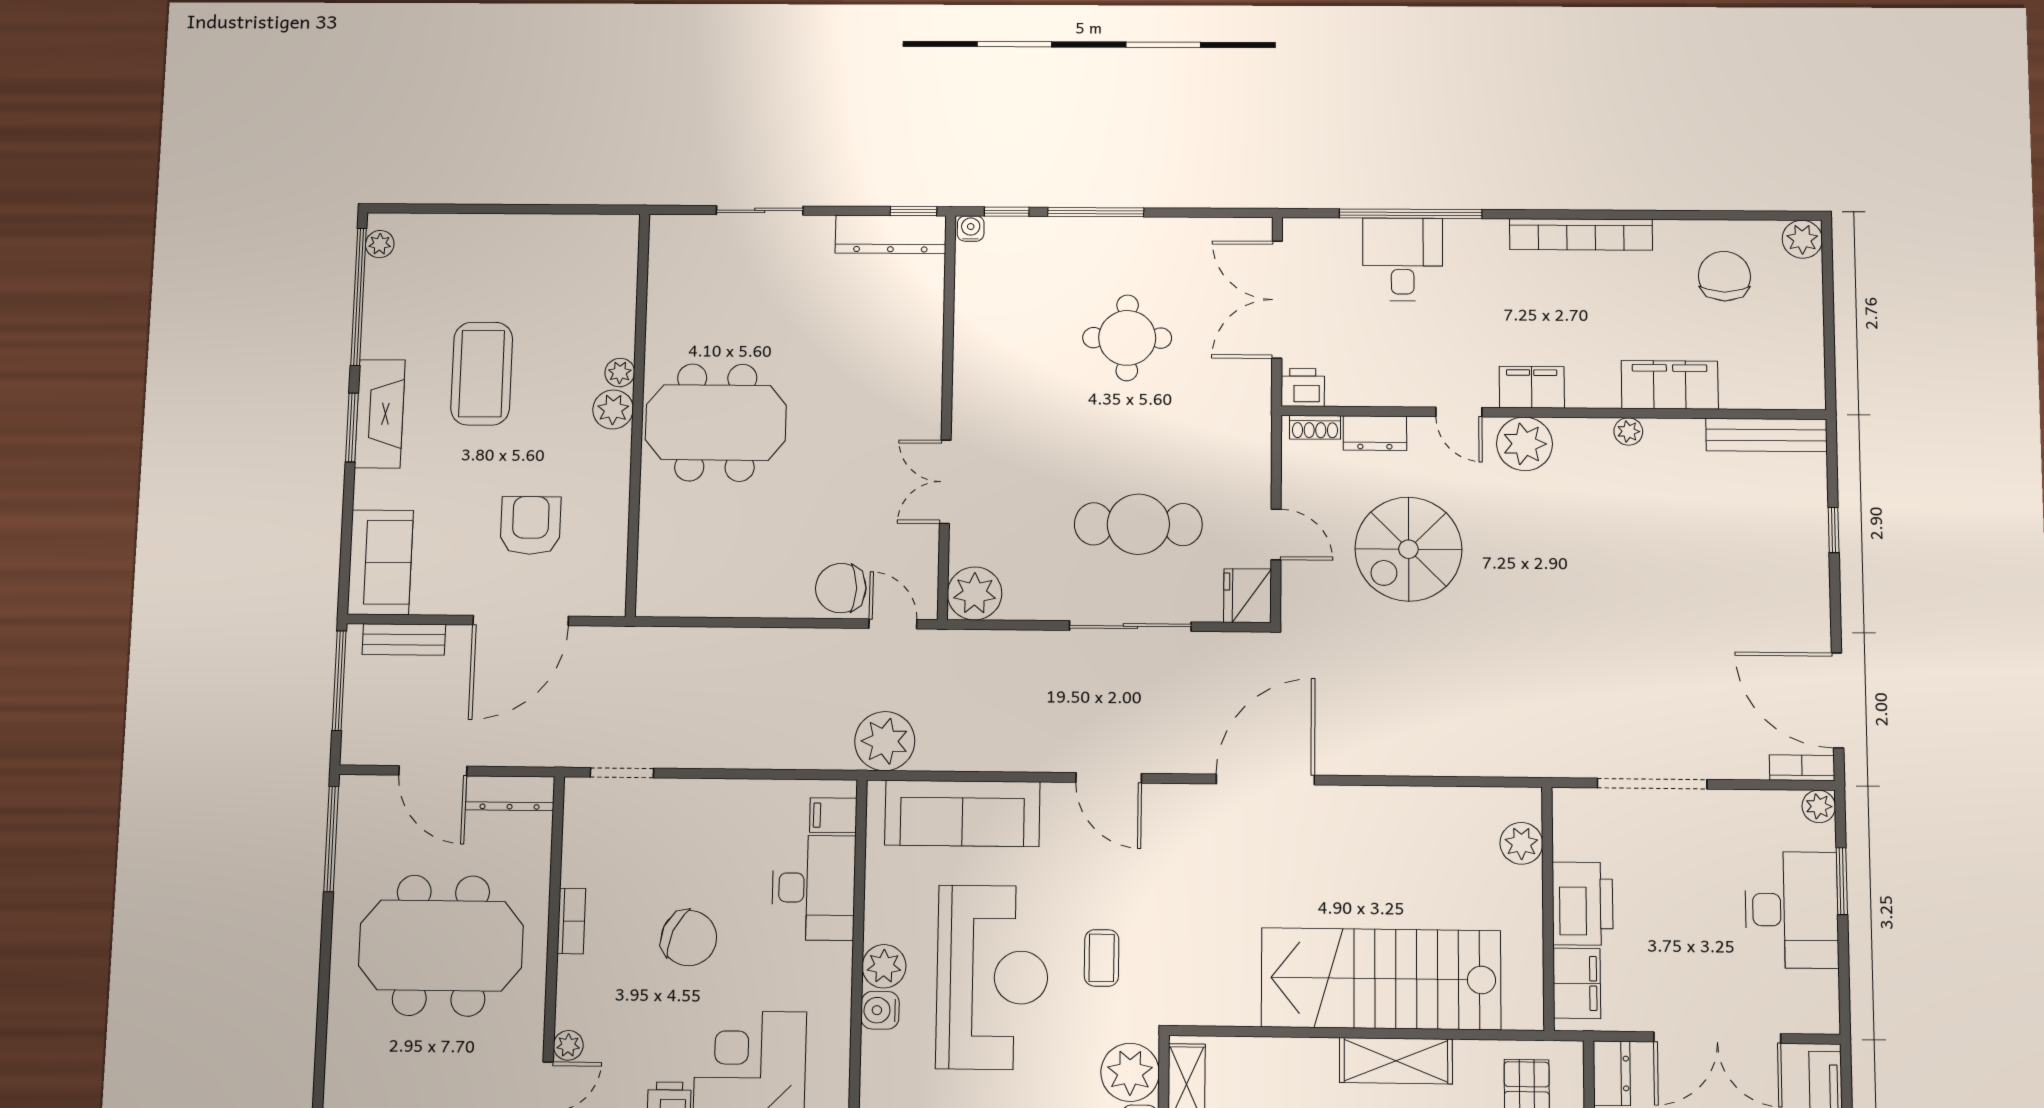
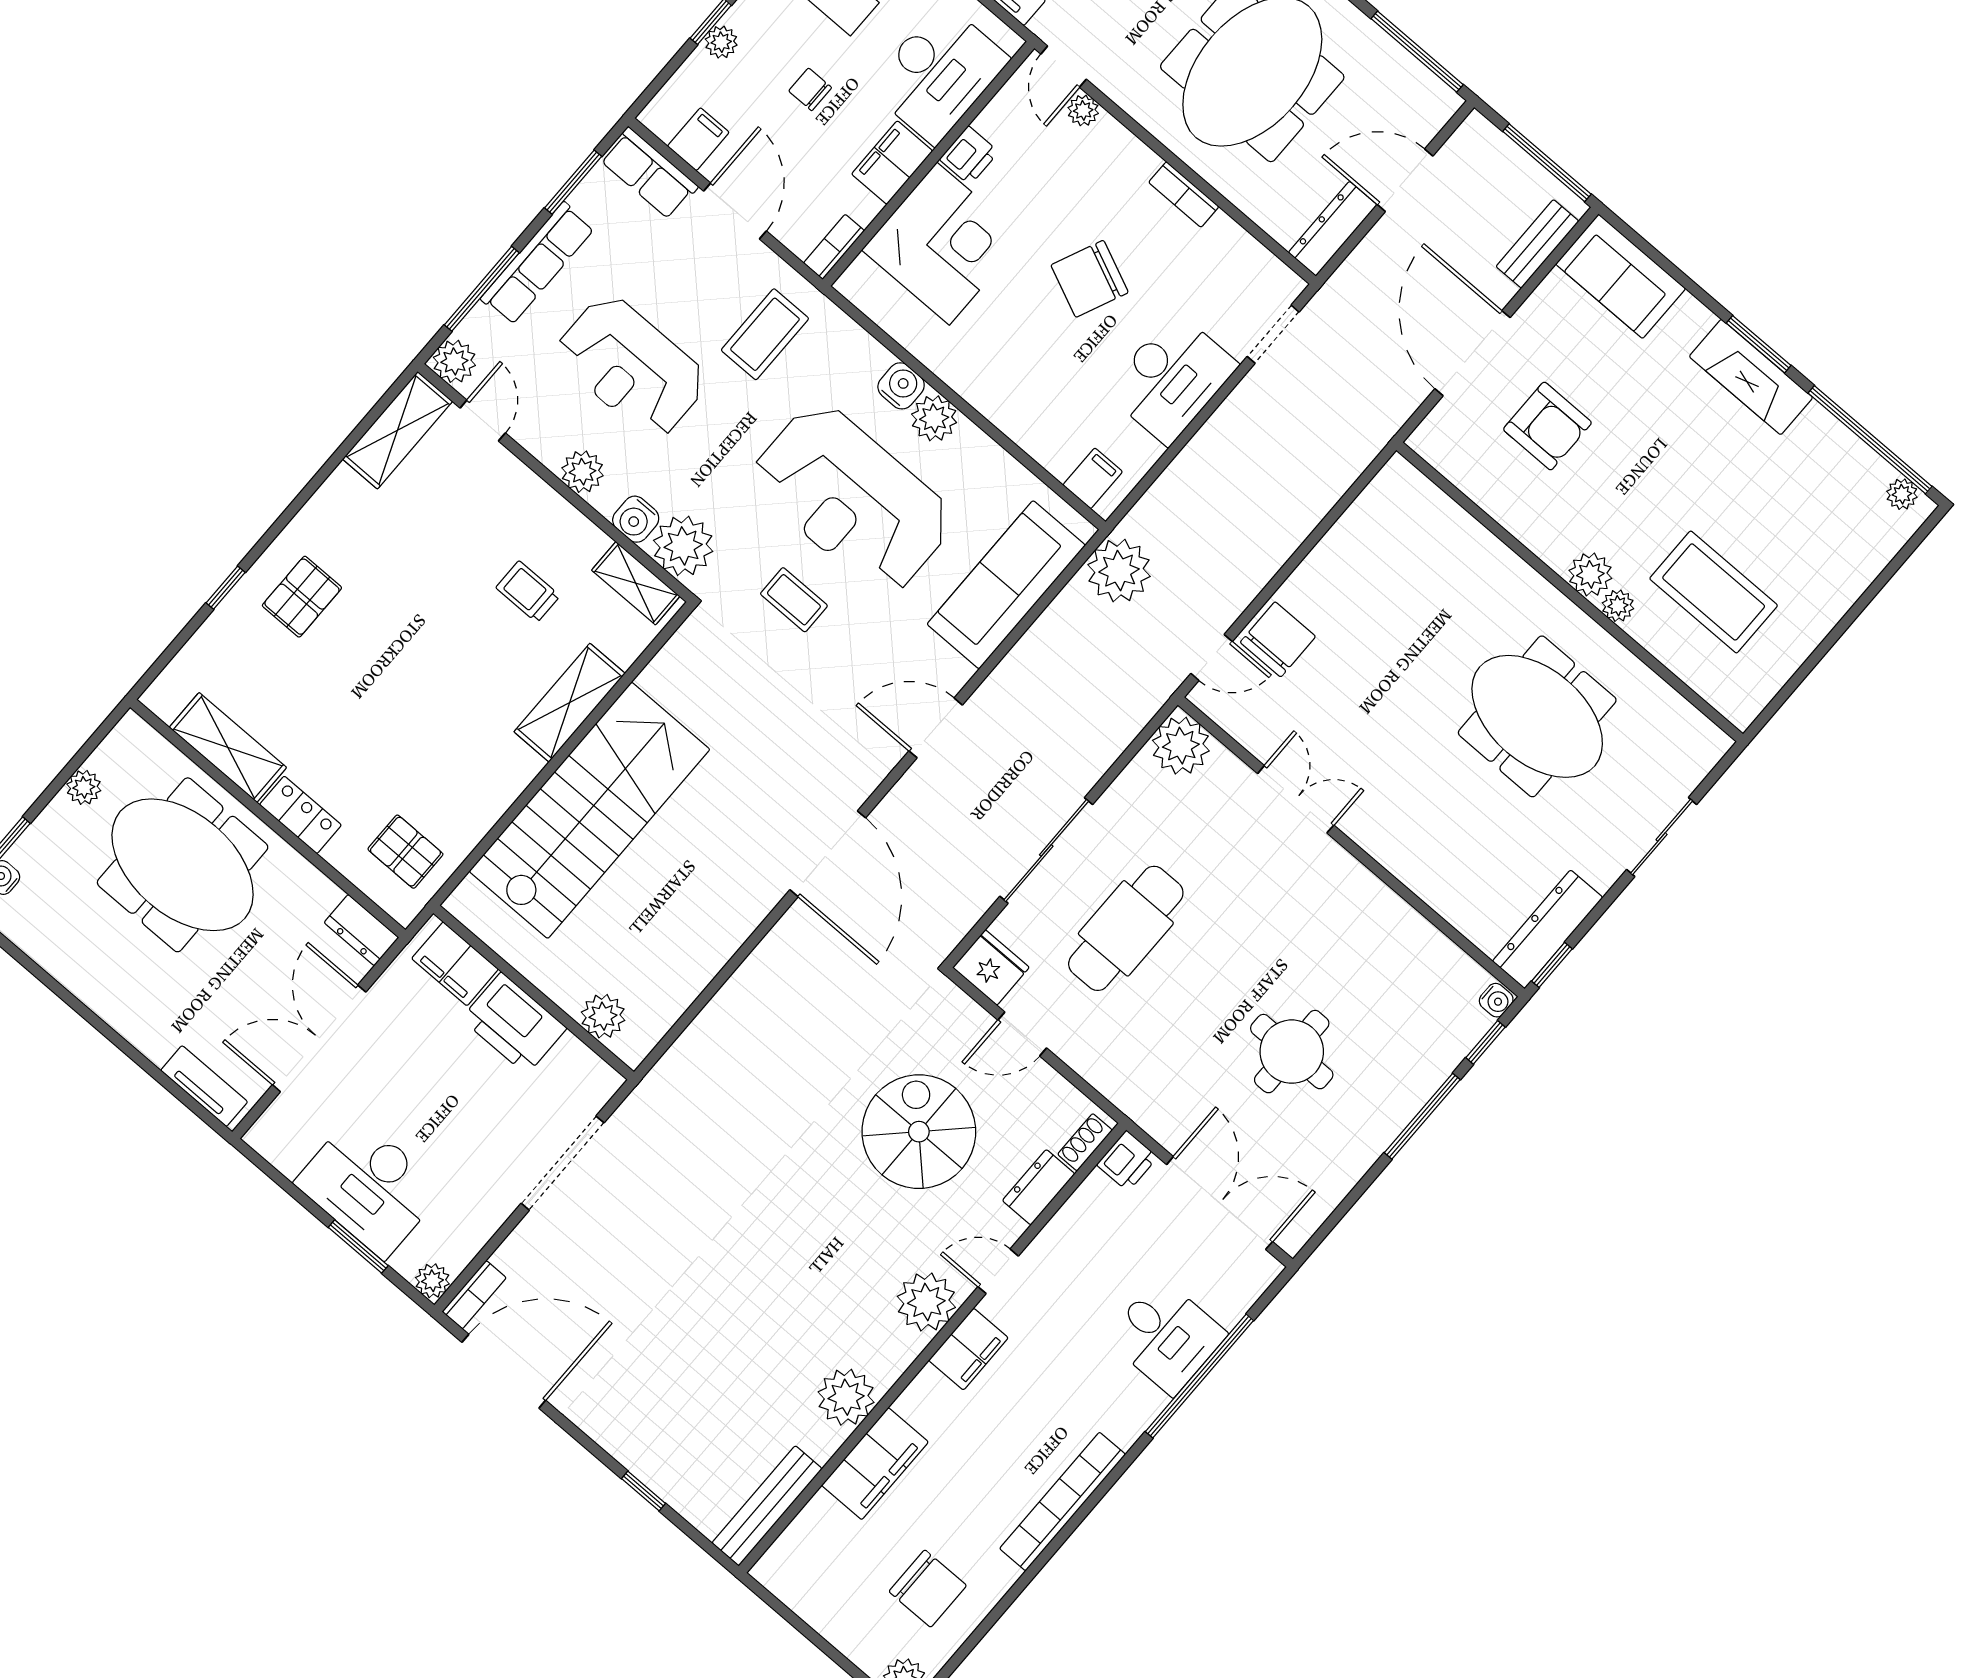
coffee table: (482, 374) -> (1714, 592), moved
meeting table: (716, 423) -> (1537, 716), moved, turned 90
plant: (1628, 431) -> (846, 1397), width x1.87, depth x1.87
desk: (814, 888) -> (1171, 378), moved, turned -90
shelving: (1396, 1061) -> (570, 703), moved

